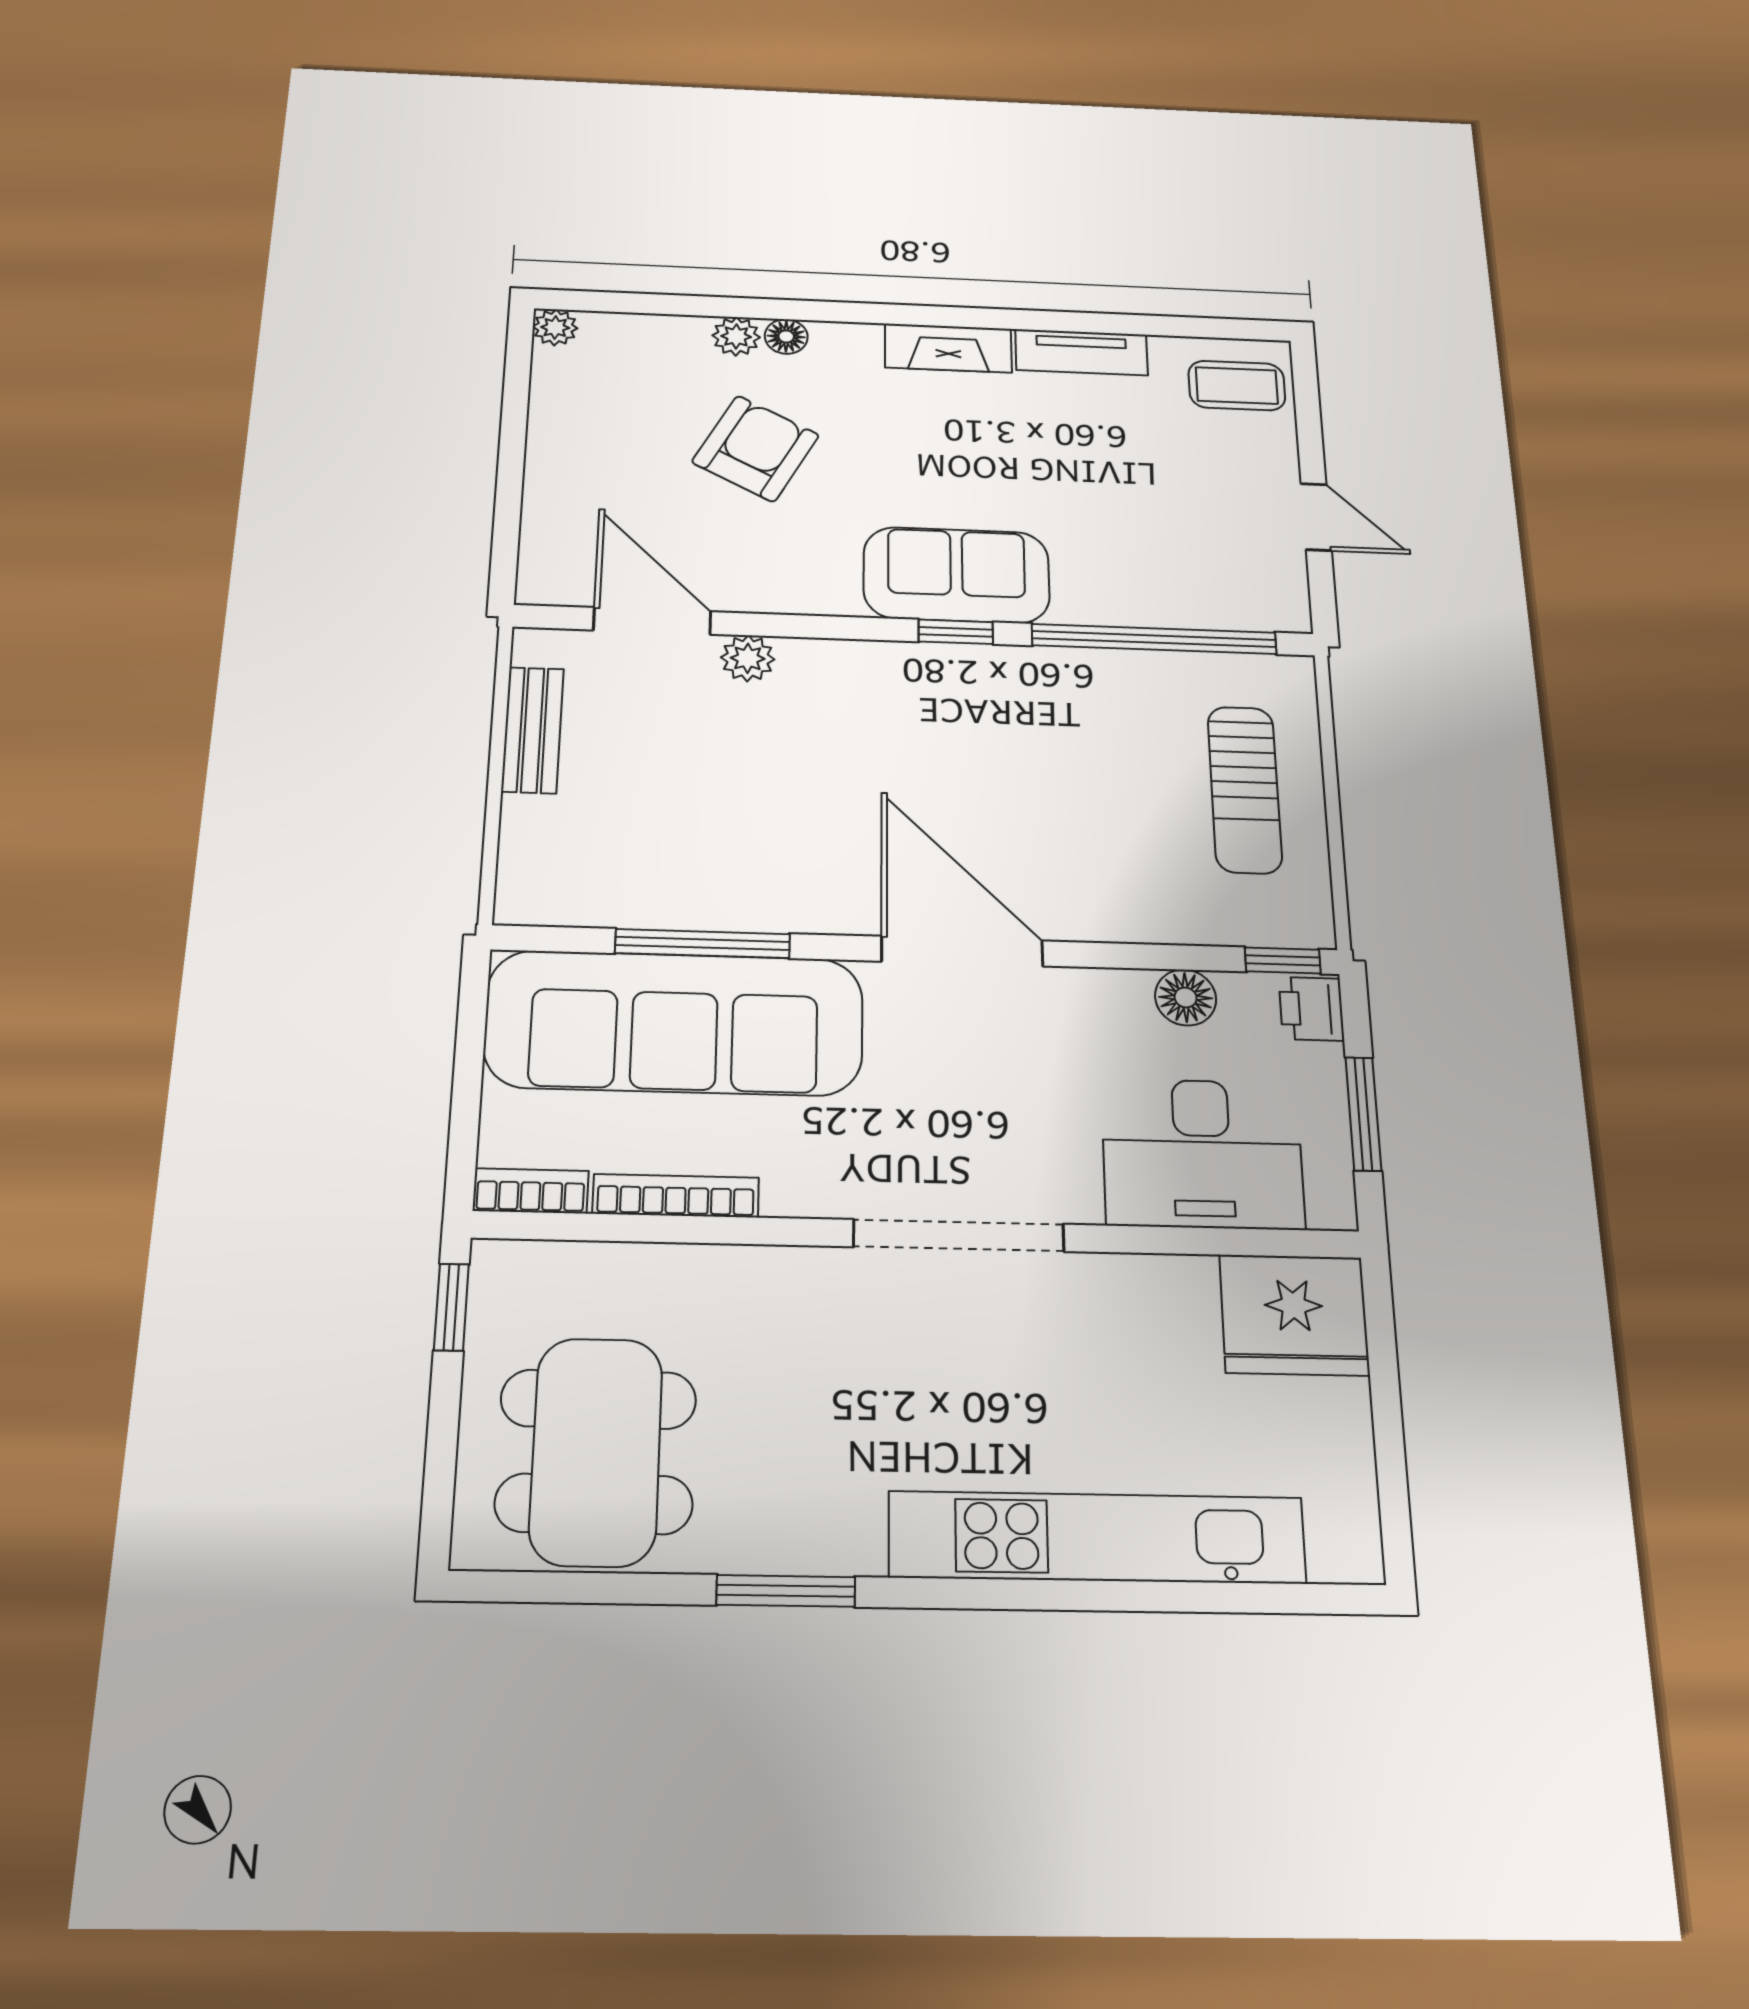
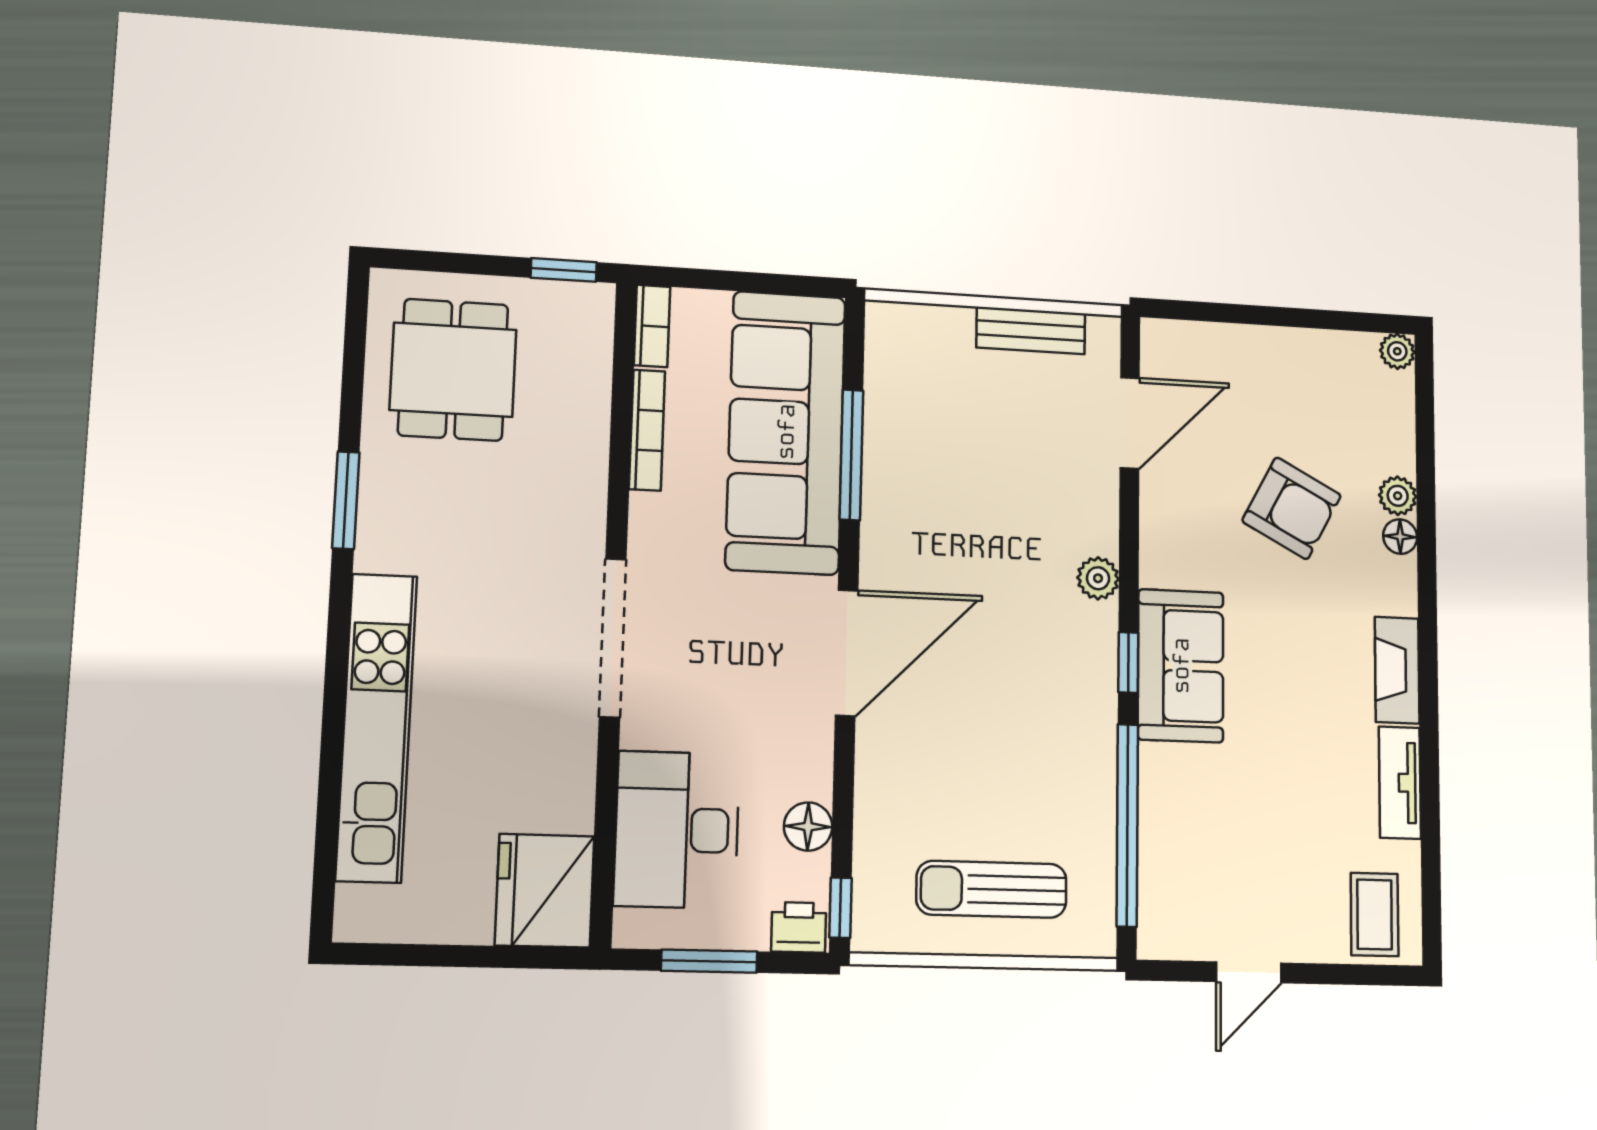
plant: (748, 658) -> (1098, 578), moved
dining table: (596, 1451) -> (453, 370), width x0.73

